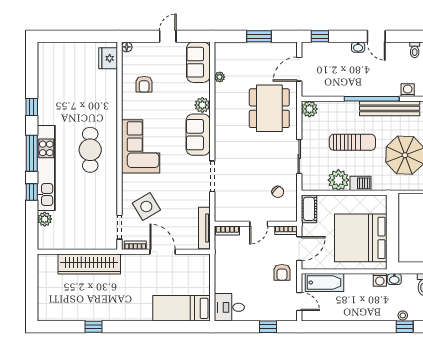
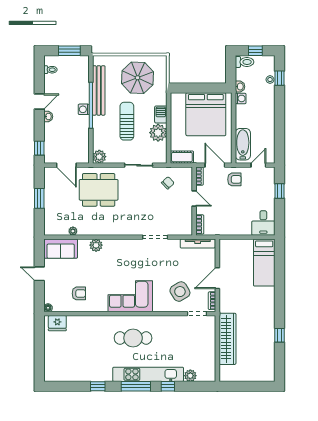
washing machine: (408, 90) -> (84, 109), moved
sofa: (198, 135) -> (121, 249), removed

